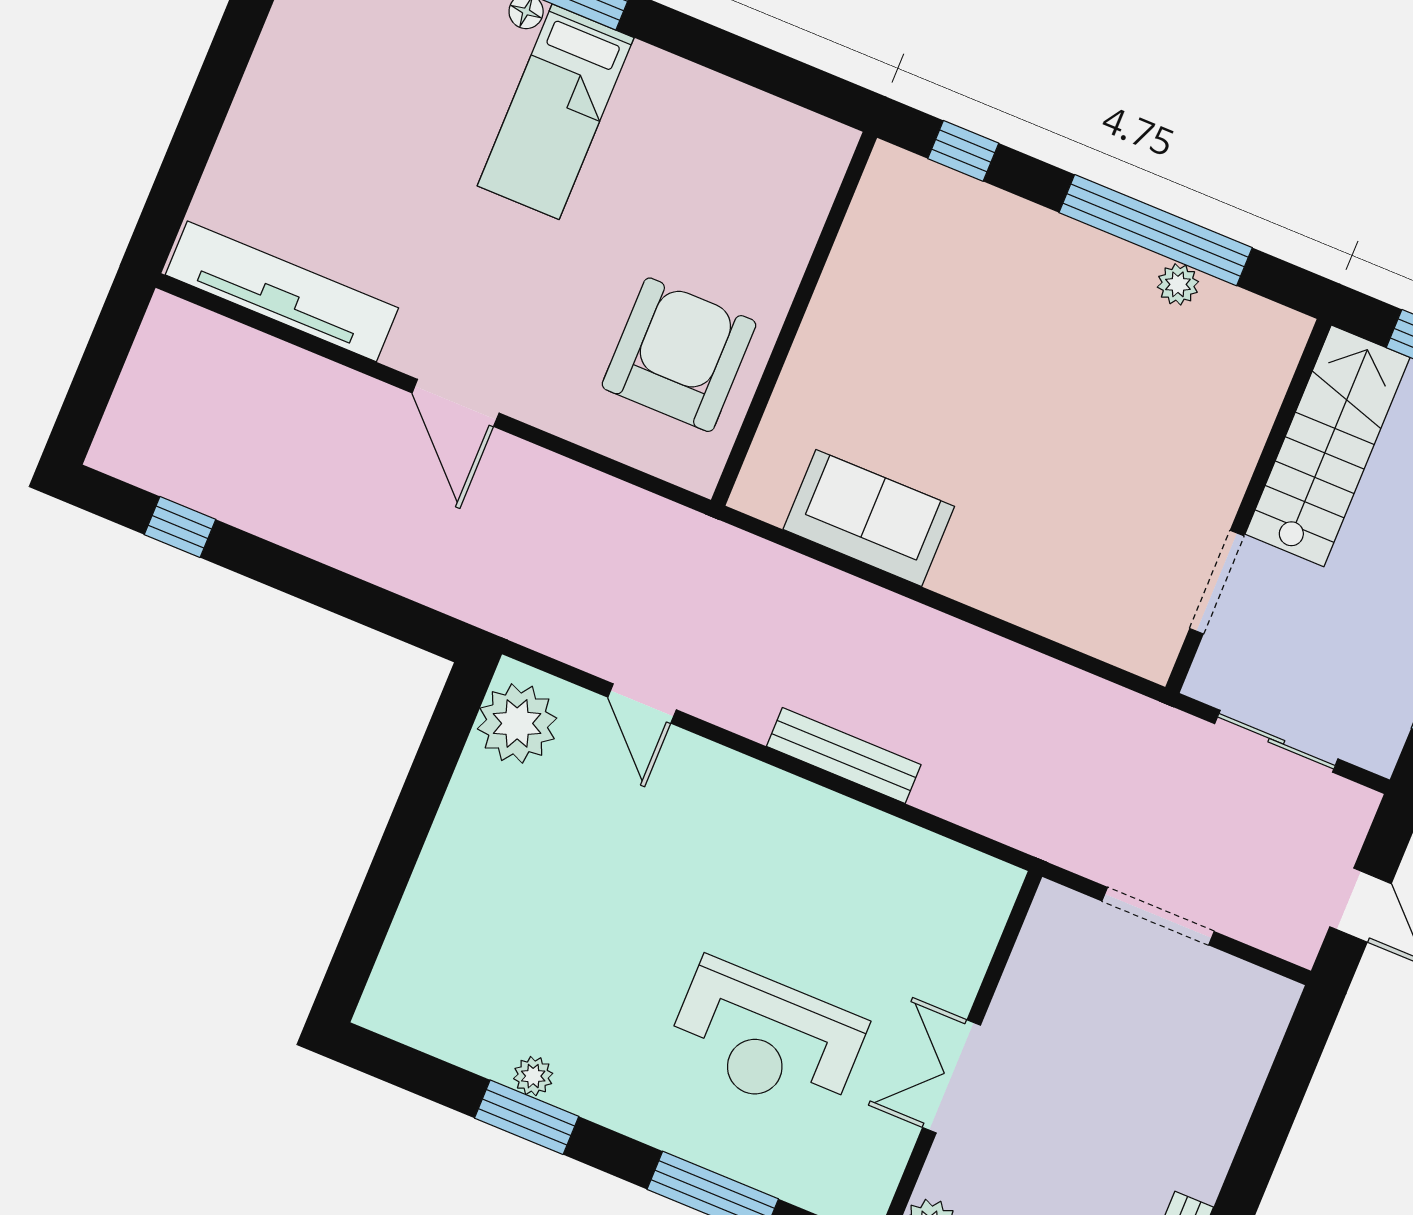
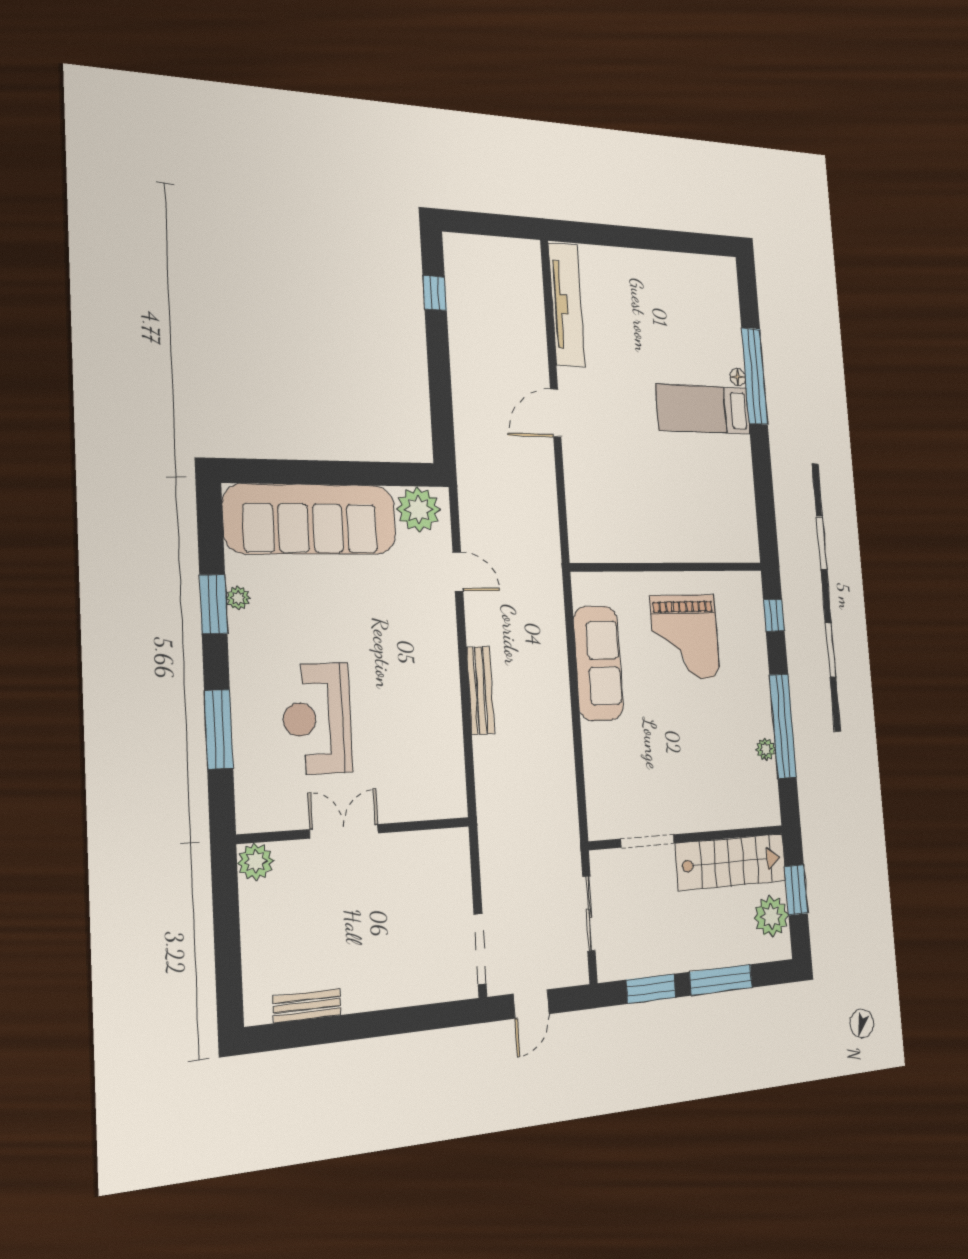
grand piano: (923, 345) -> (685, 637), added
armchair: (679, 355) -> (627, 517), removed
sofa: (869, 518) -> (598, 663), width x1.36
door: (642, 704) -> (458, 572), swing flipped
sofa: (461, 908) -> (310, 519), added
doorway: (1158, 916) -> (480, 949), moved

